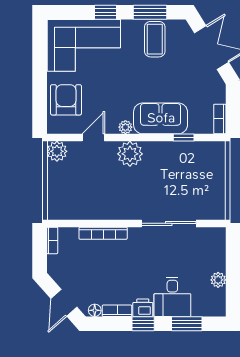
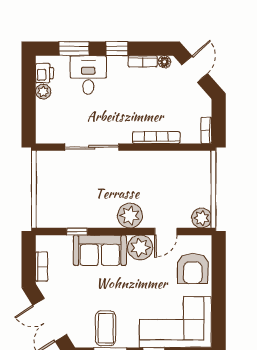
bookcase: (220, 119) -> (42, 267), moved
plant: (125, 127) -> (140, 247), width x1.88, depth x1.88
printer: (143, 308) -> (44, 73), moved, turned -90

